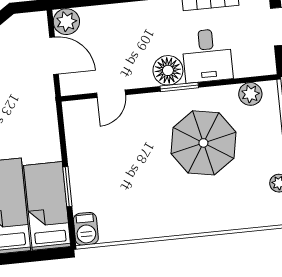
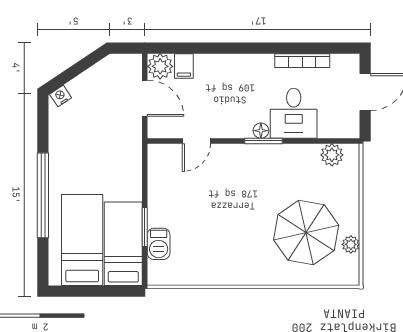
filing cabinet: (91, 19) -> (184, 66), added
floor lamp: (168, 70) -> (261, 131), width x0.53, depth x0.53
parasol: (203, 143) -> (306, 232), moved
barbecue: (86, 229) -> (159, 244), moved

